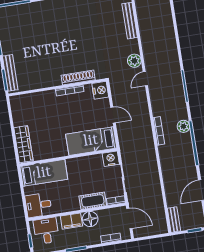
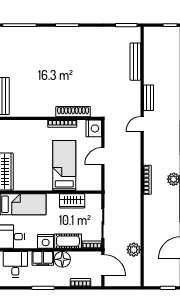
plant: (134, 61) -> (134, 250), moved
door: (113, 115) -> (103, 156), swing flipped
bed: (91, 141) -> (64, 166), moved, turned 90
nightstand: (111, 159) -> (46, 241), moved, turned 180
wardrobe: (91, 162) -> (72, 201), added
bench: (174, 220) -> (149, 98), moved

